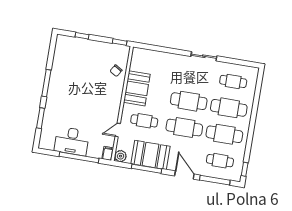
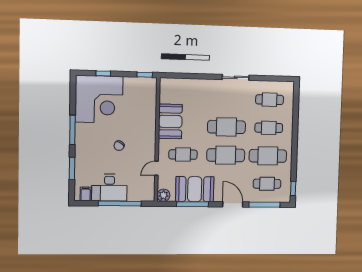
corner desk: (75, 59) -> (99, 99), added
chair: (116, 71) -> (119, 146), moved
cafe table: (229, 108) -> (269, 128), width x0.73, depth x0.74
filing cabinet: (108, 153) -> (86, 194), moved

